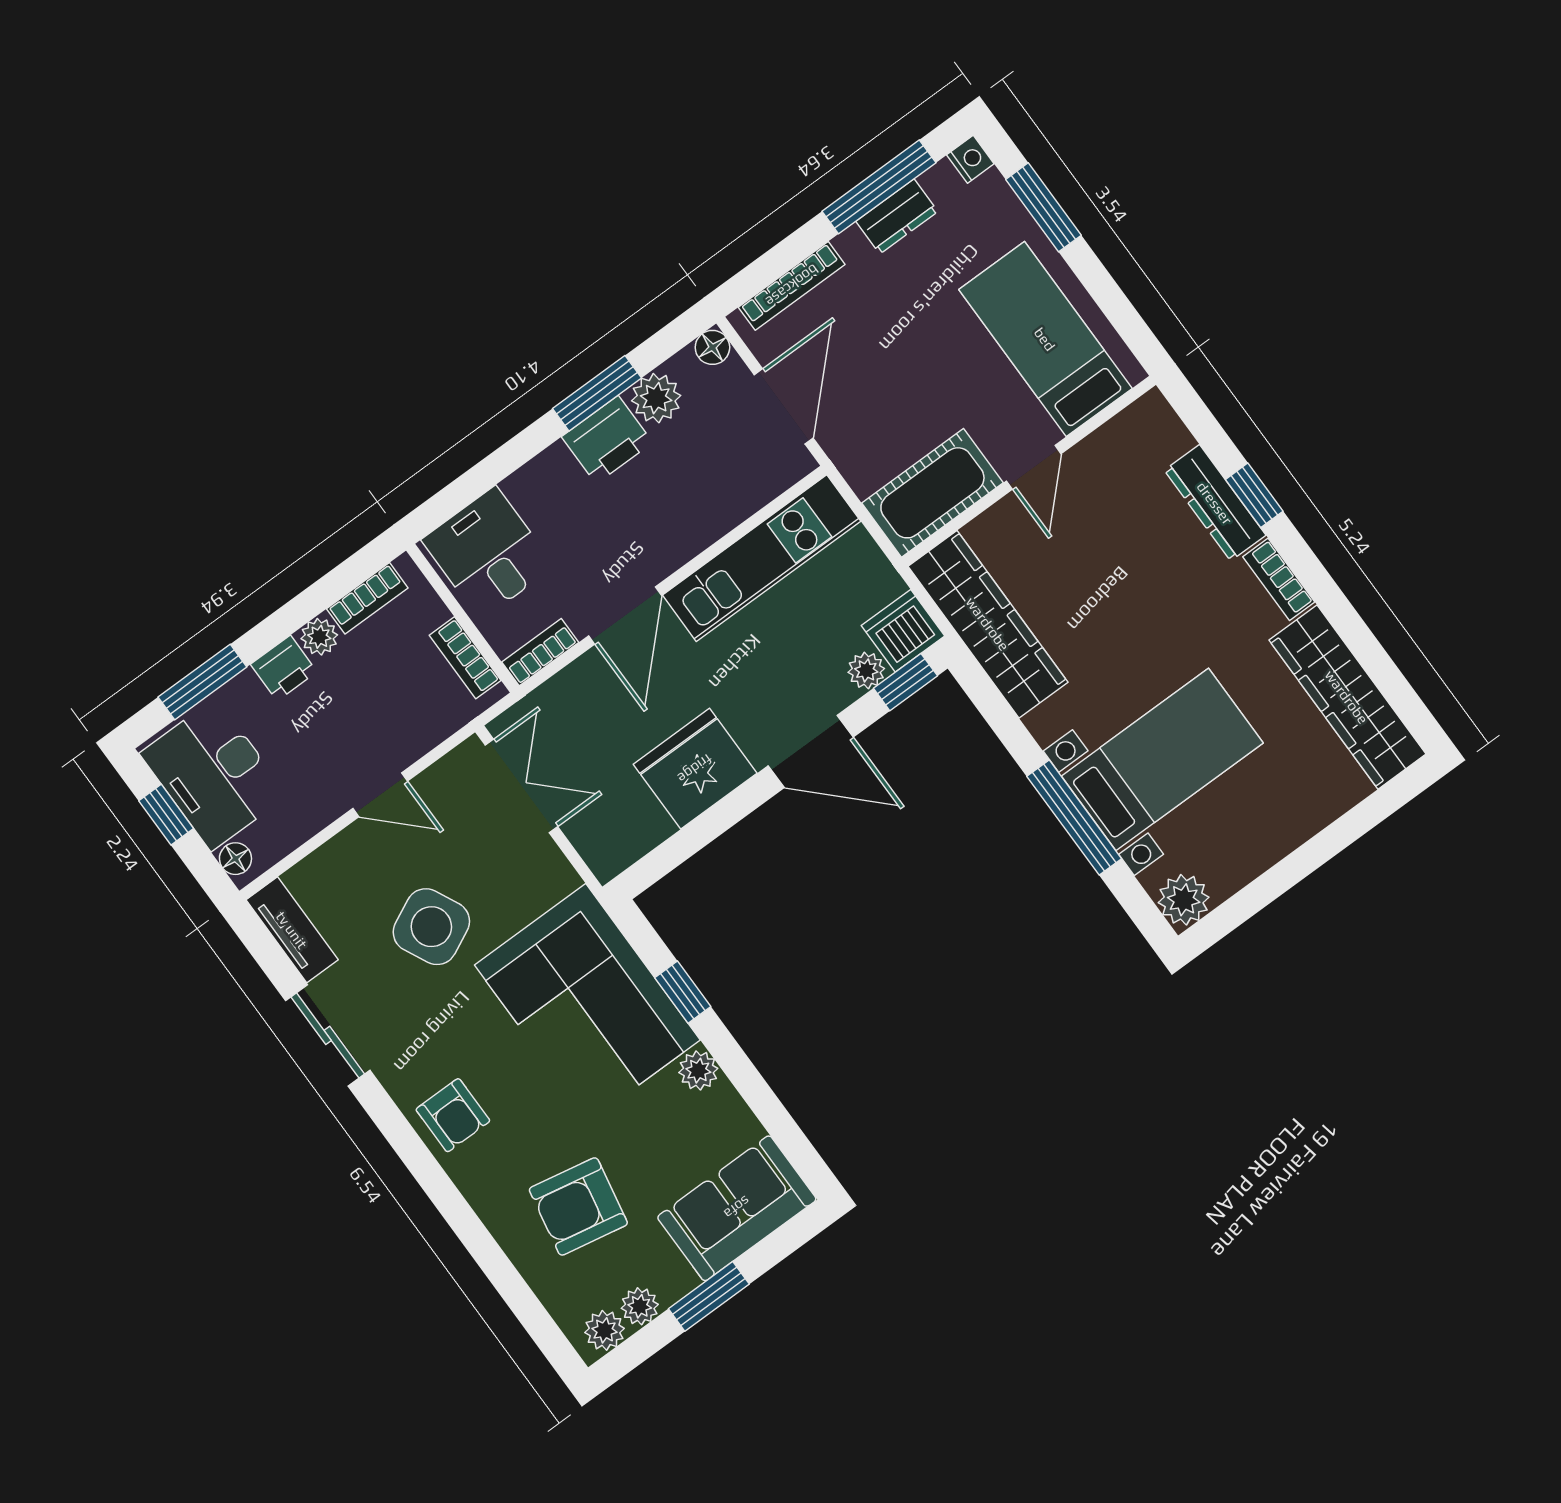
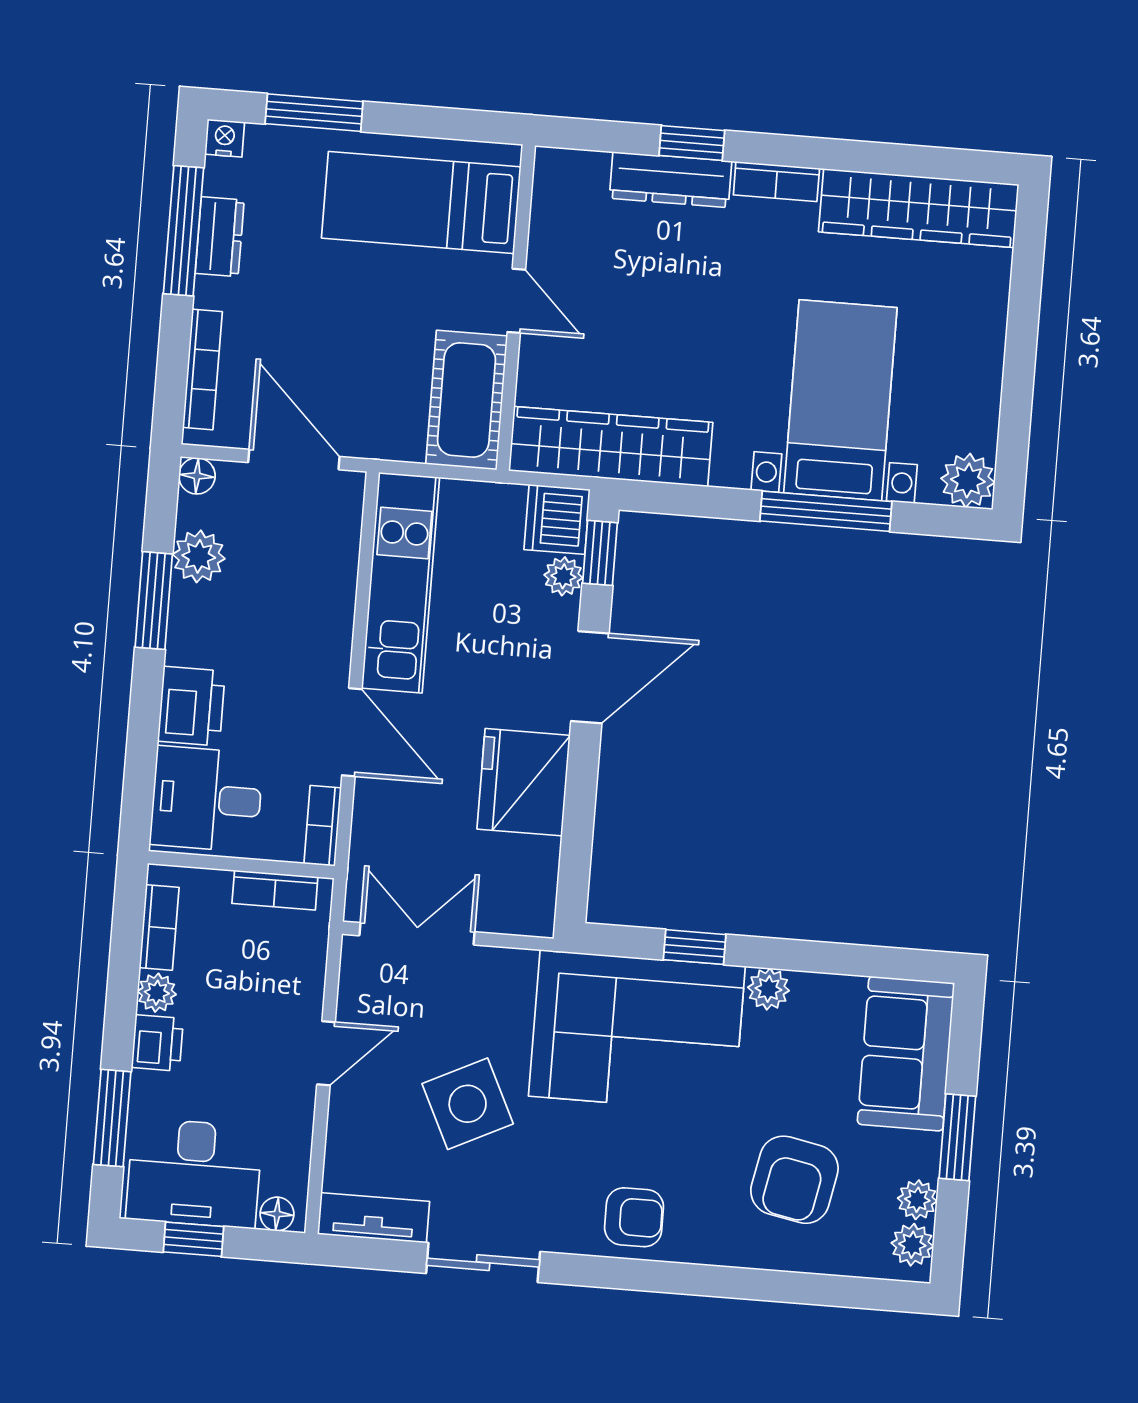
printer: (607, 440) -> (191, 706), moved

